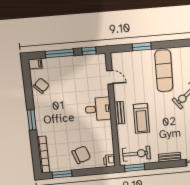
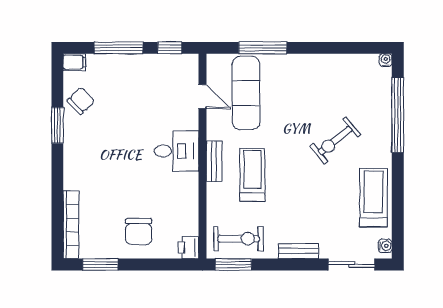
window: (142, 47) -> (263, 48), width x1.44
exercise mat: (164, 71) -> (246, 93), moved
treadmill: (141, 118) -> (252, 175), turned 180
window: (32, 120) -> (57, 125), moved
chair: (81, 155) -> (139, 232), turned 109

